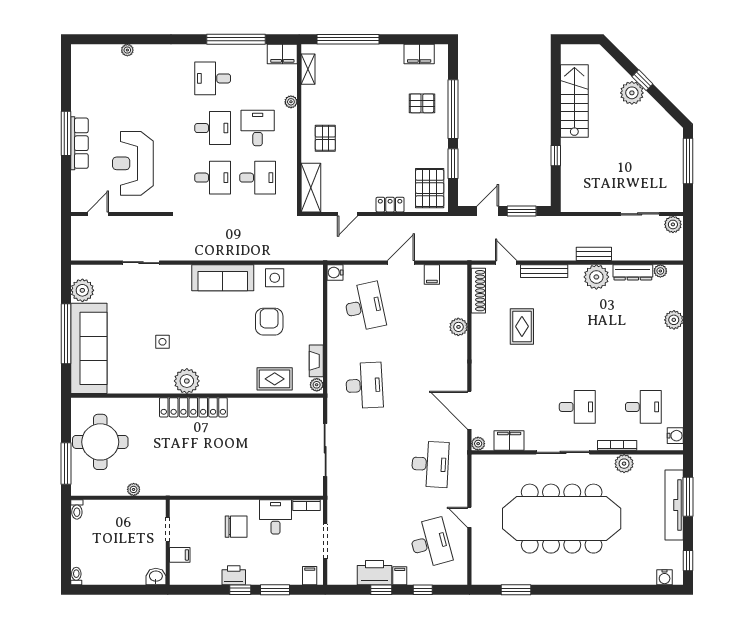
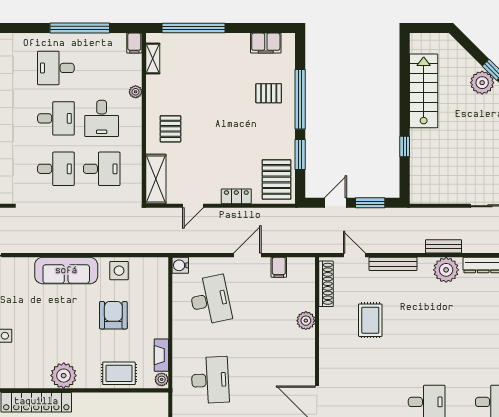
filing cabinet: (282, 54) -> (134, 43), width x0.50
desk: (258, 128) -> (102, 118), turned 180
plant: (187, 381) -> (64, 376), moved

